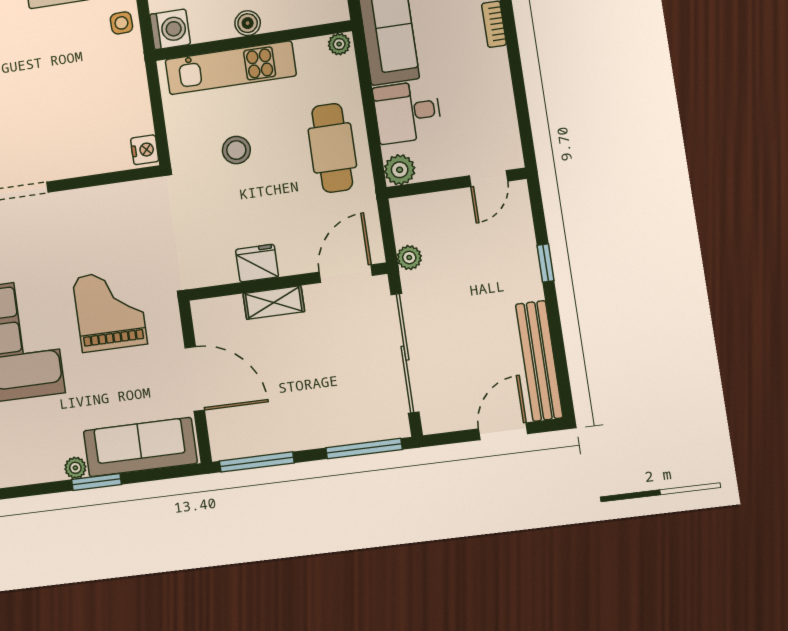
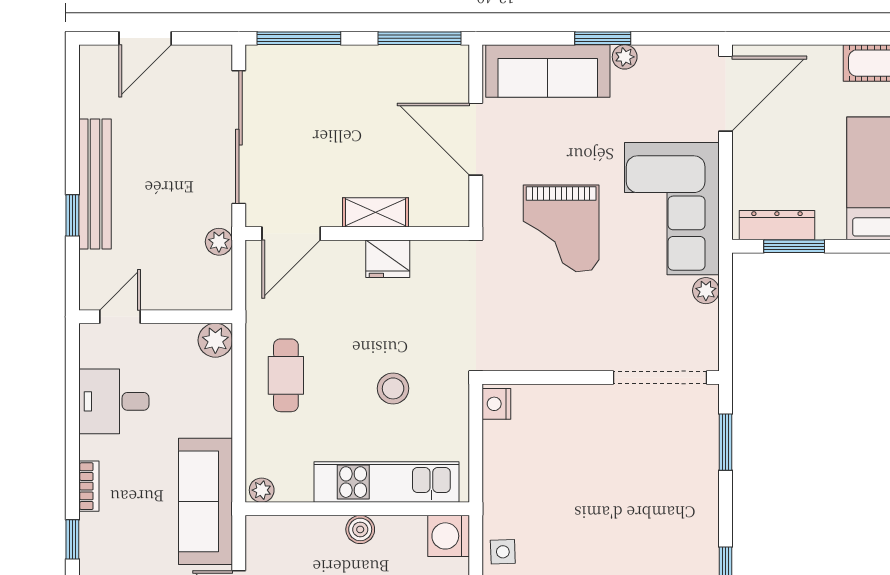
desk: (407, 112) -> (114, 401), moved, turned 180
cafe table: (332, 148) -> (286, 375), width x0.73, depth x0.74
bench: (539, 361) -> (95, 184), moved

